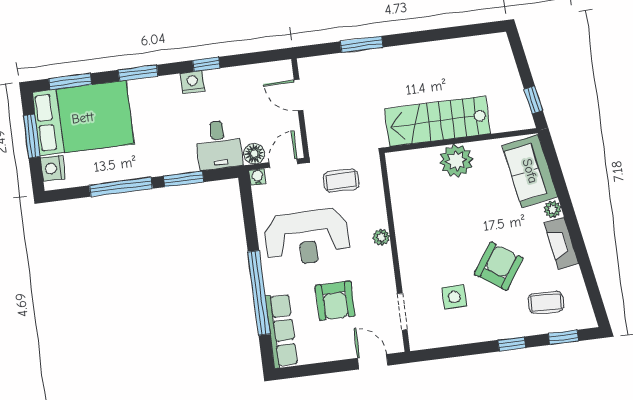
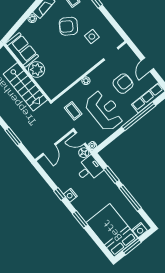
window: (70, 82) -> (100, 245), removed
sofa: (530, 171) -> (22, 50), moved, turned -80
door: (373, 362) -> (147, 65), moved

